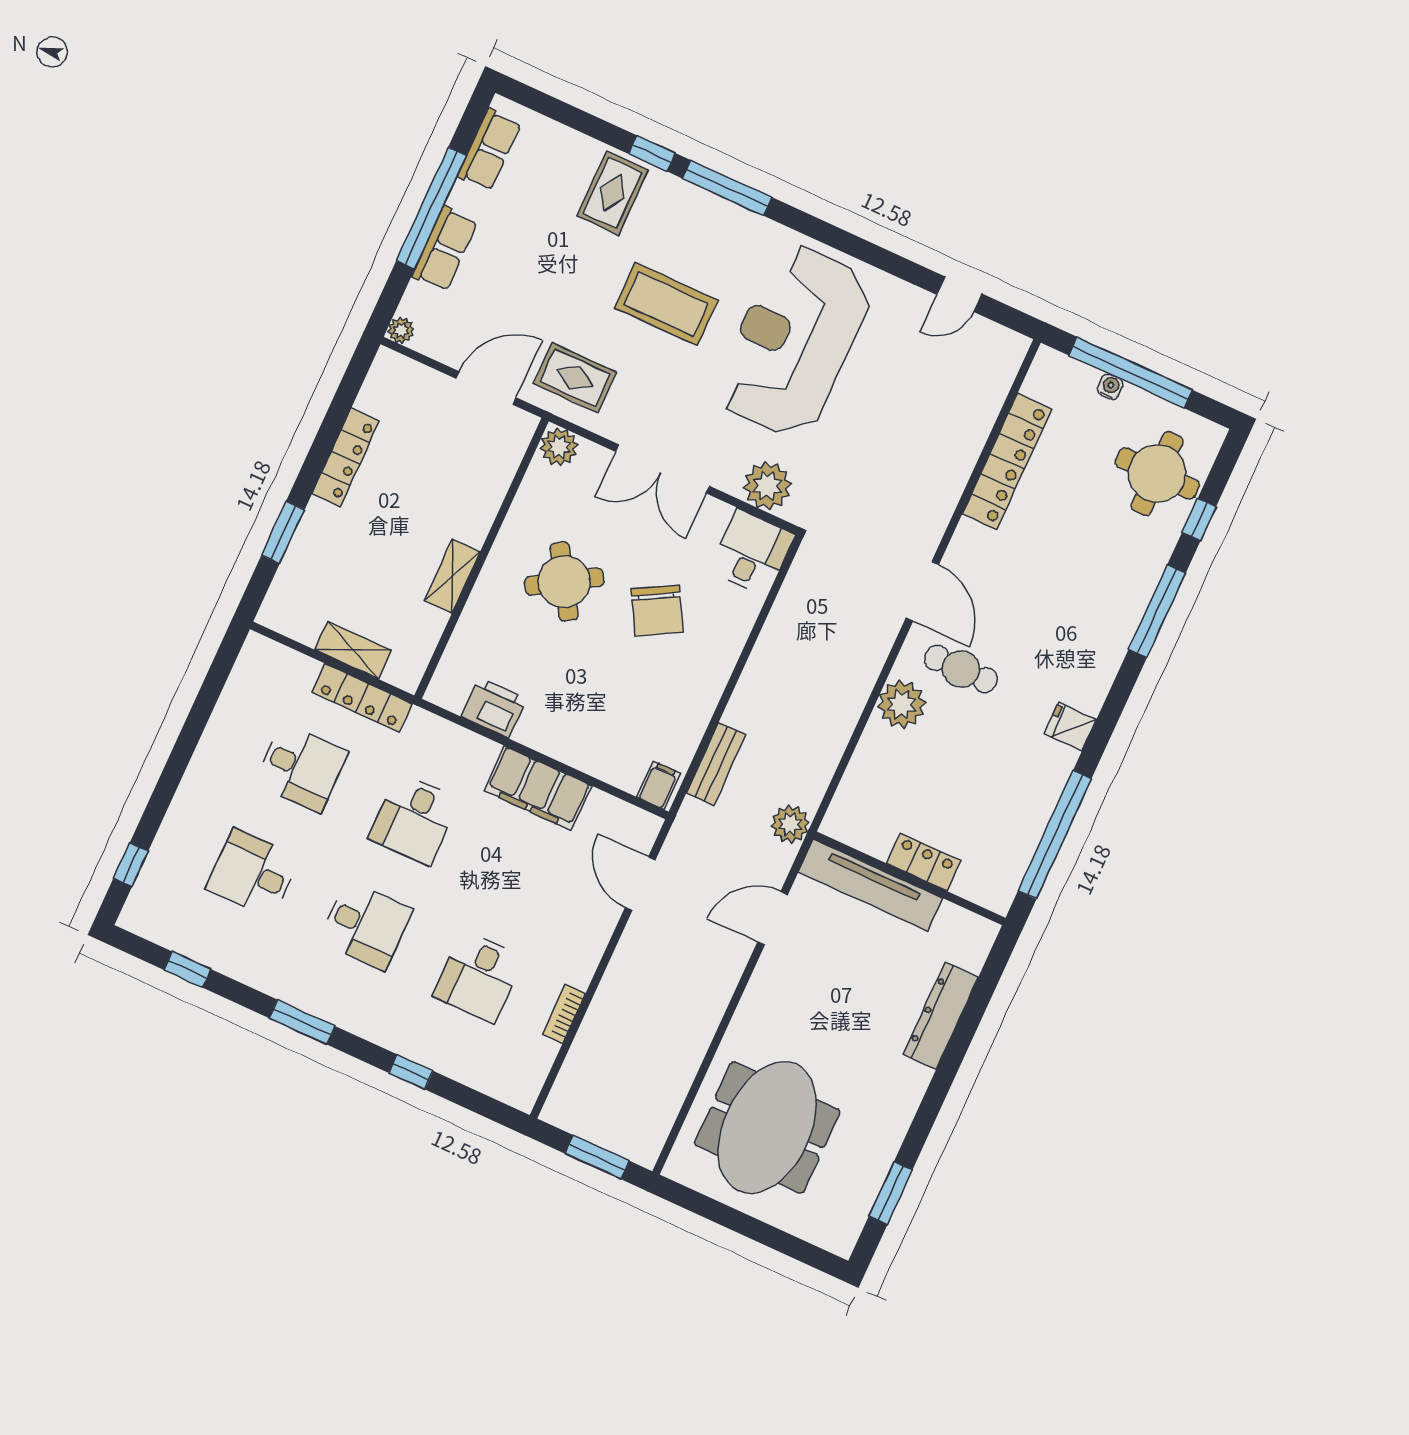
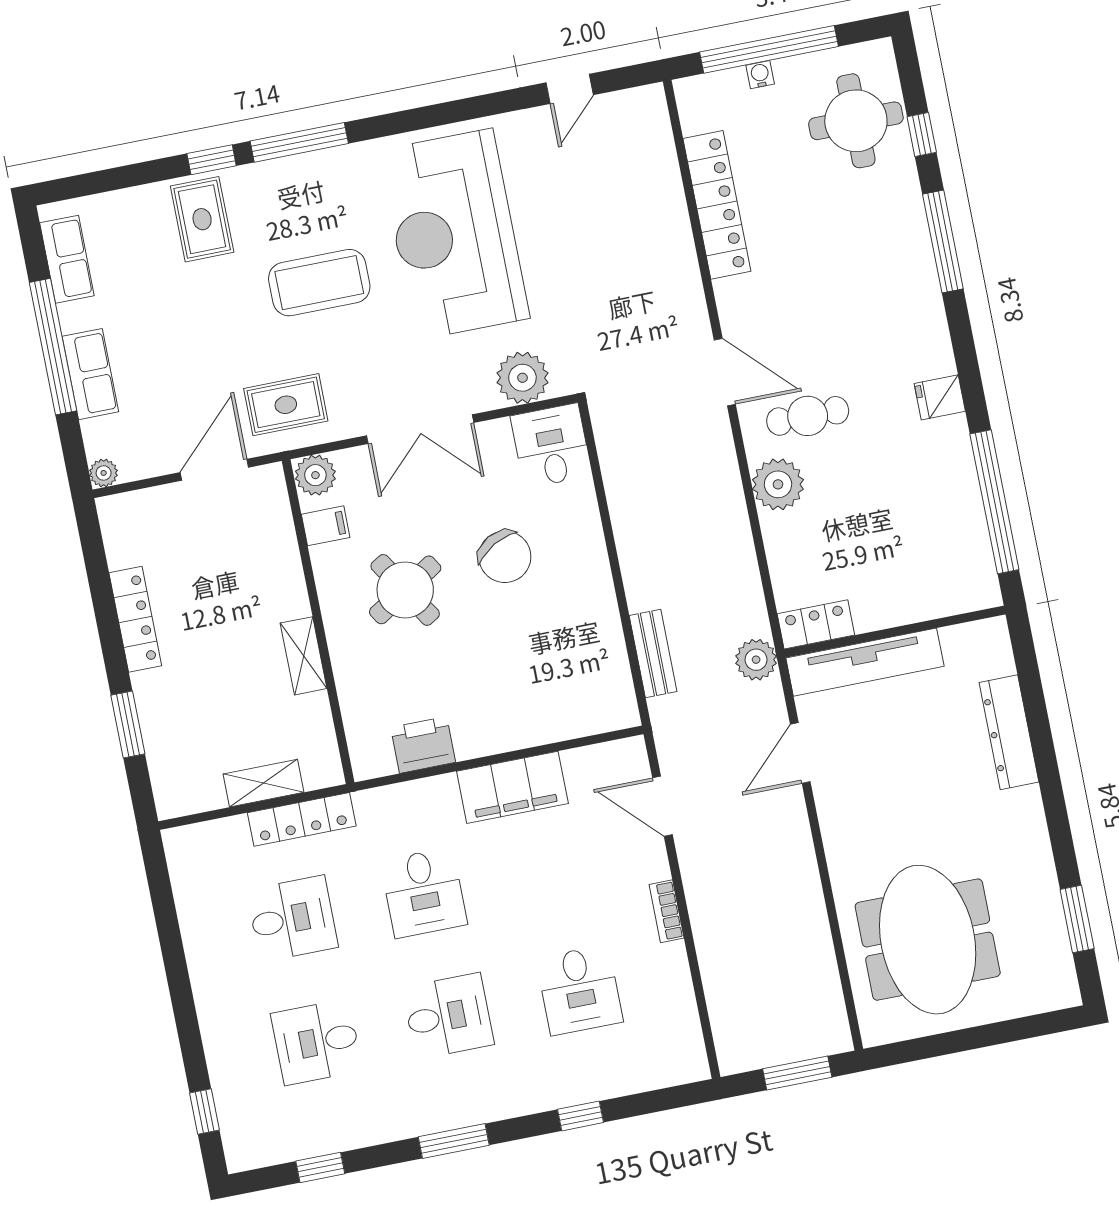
filing cabinet: (658, 785) -> (326, 526), moved, turned 90
locker: (924, 862) -> (816, 624), moved
bookcase: (564, 1014) -> (667, 911), moved

